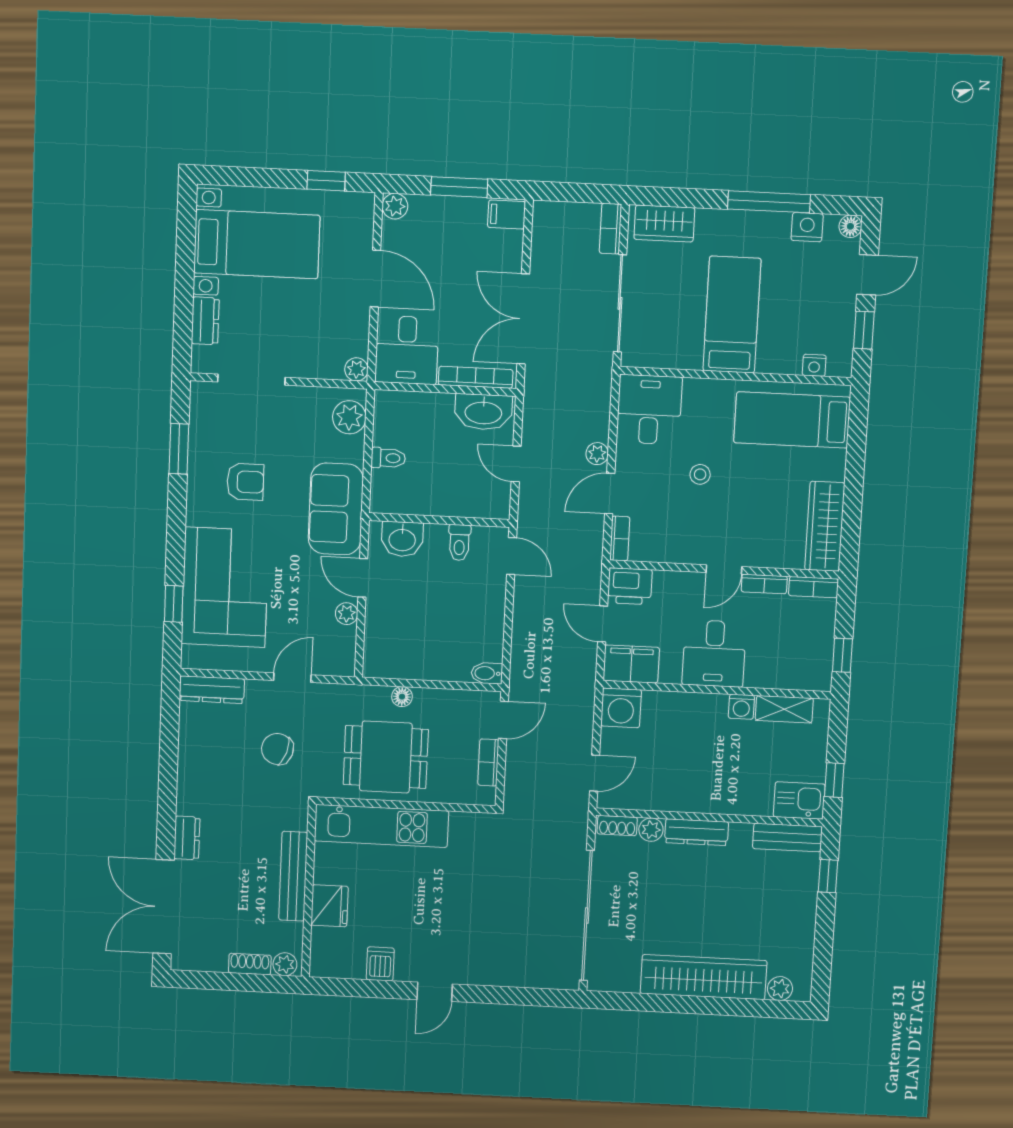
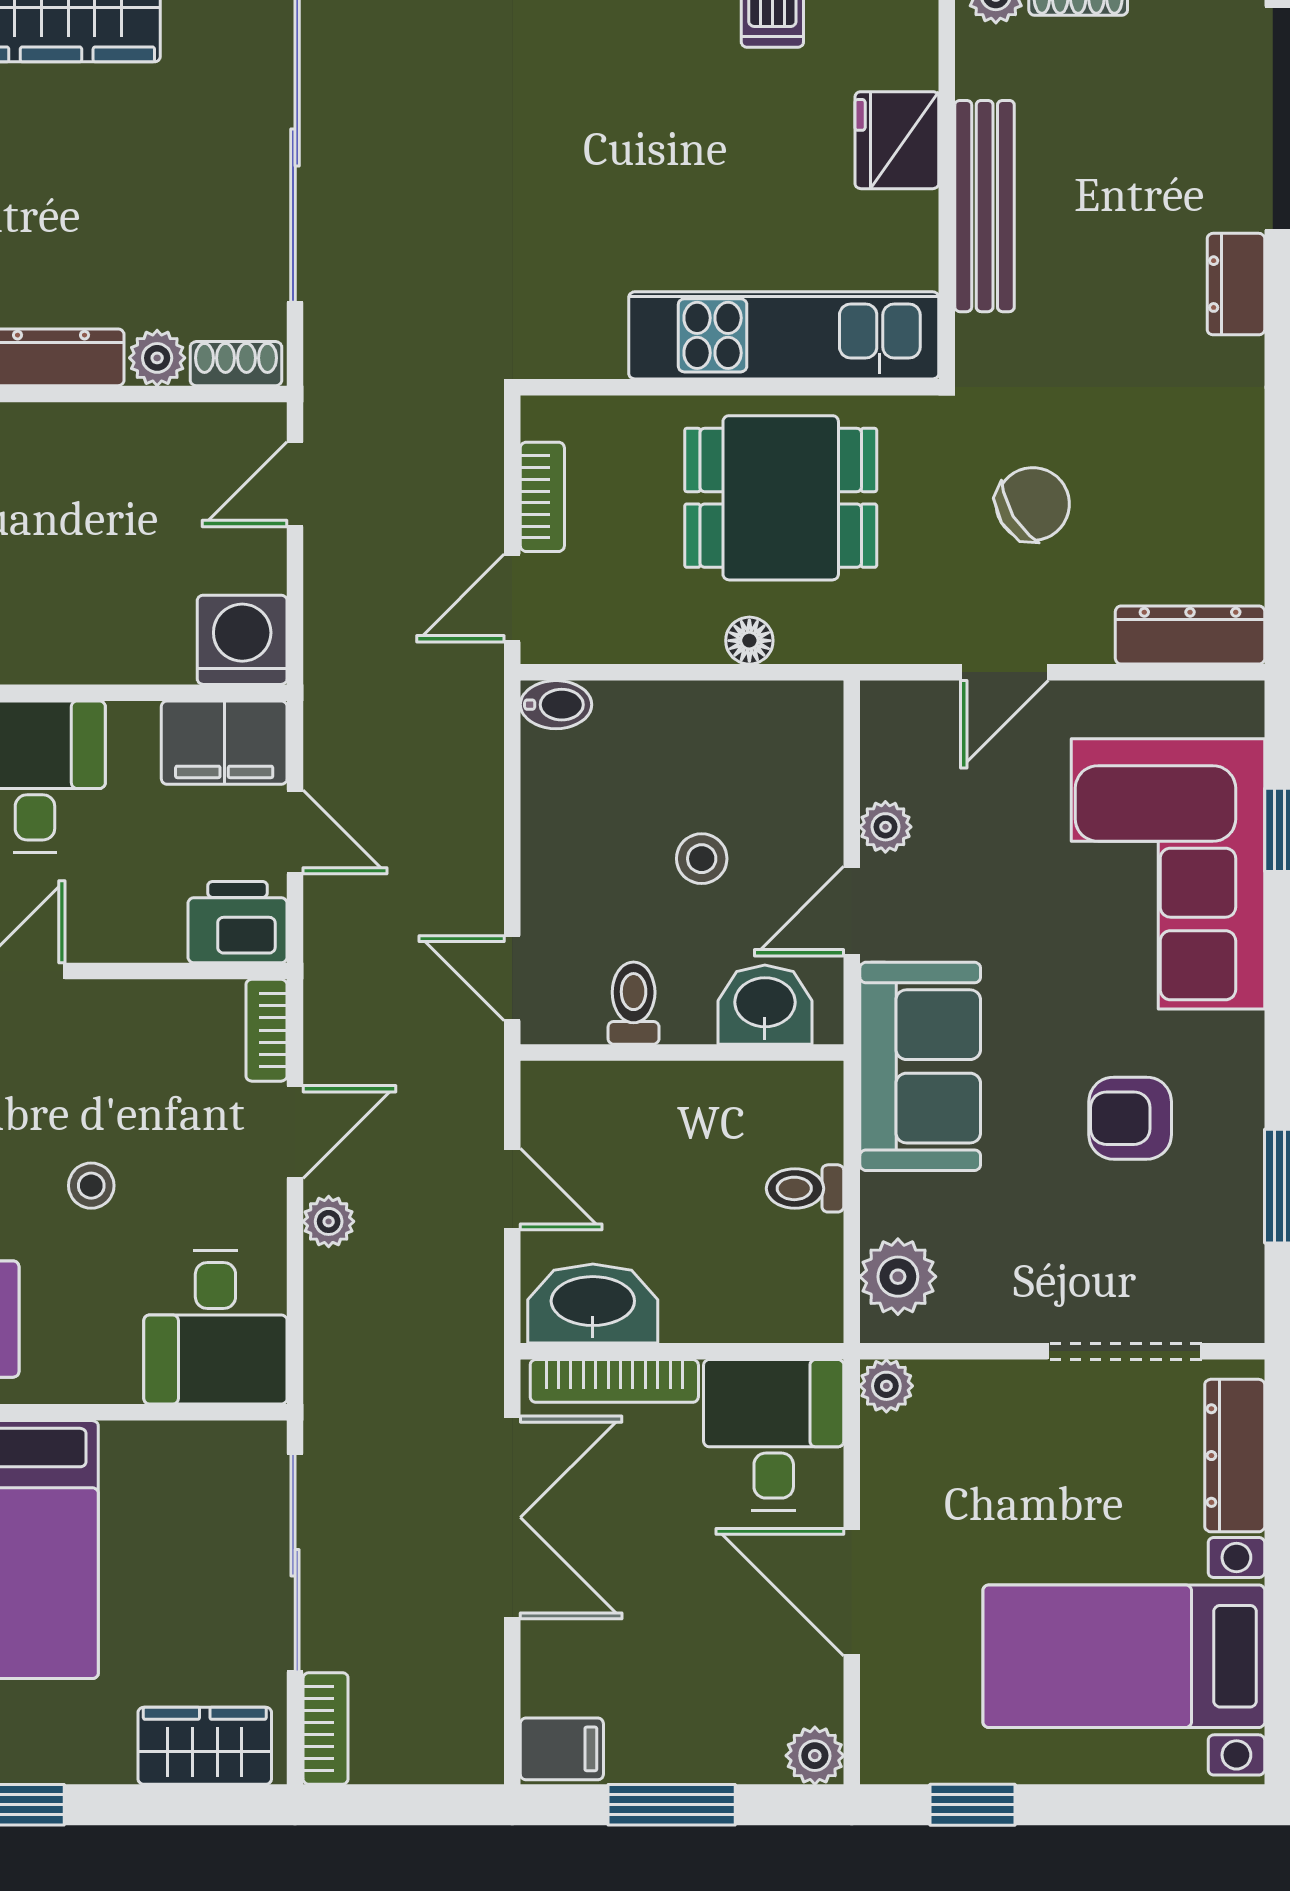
dresser: (205, 321) -> (1235, 1456), width x1.44
door: (363, 578) -> (852, 911), swing flipped
stool: (427, 604) -> (702, 859), added
chair: (277, 749) -> (1033, 504), turned -50

